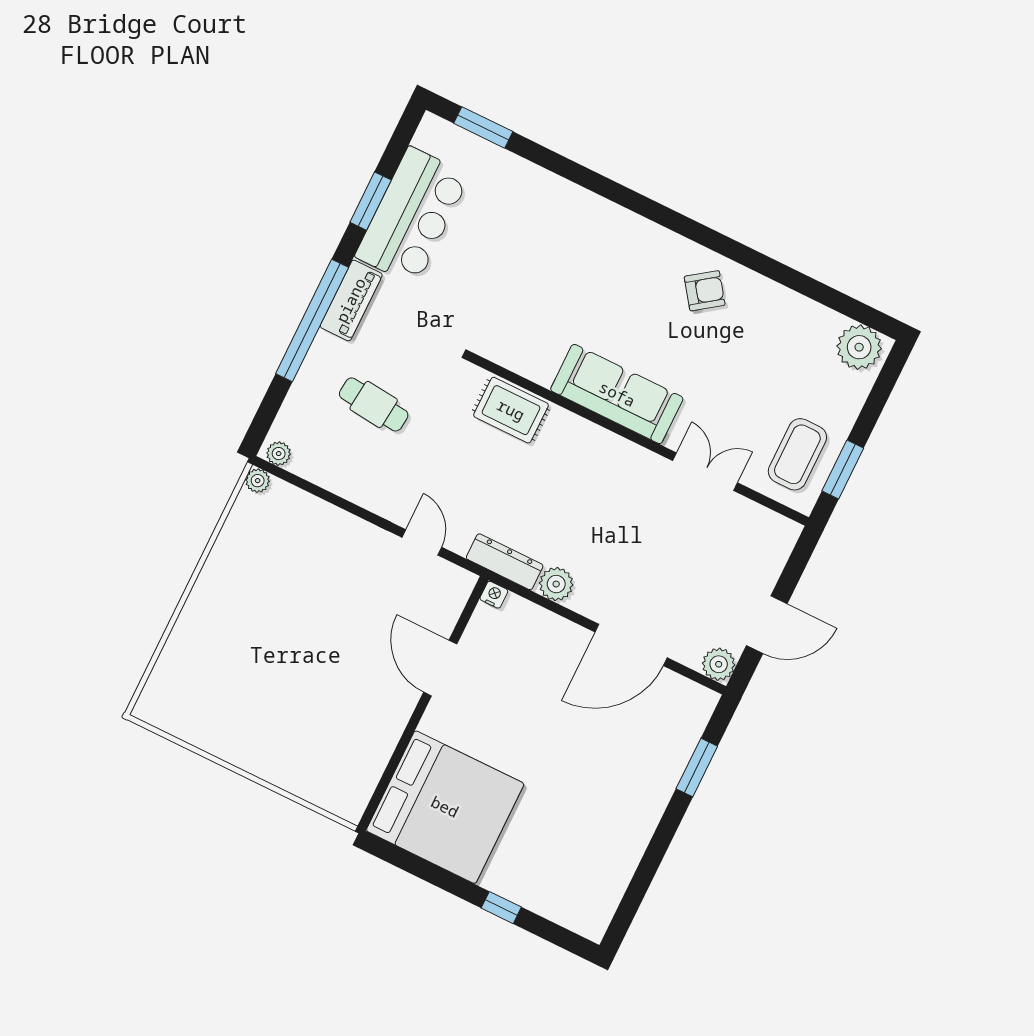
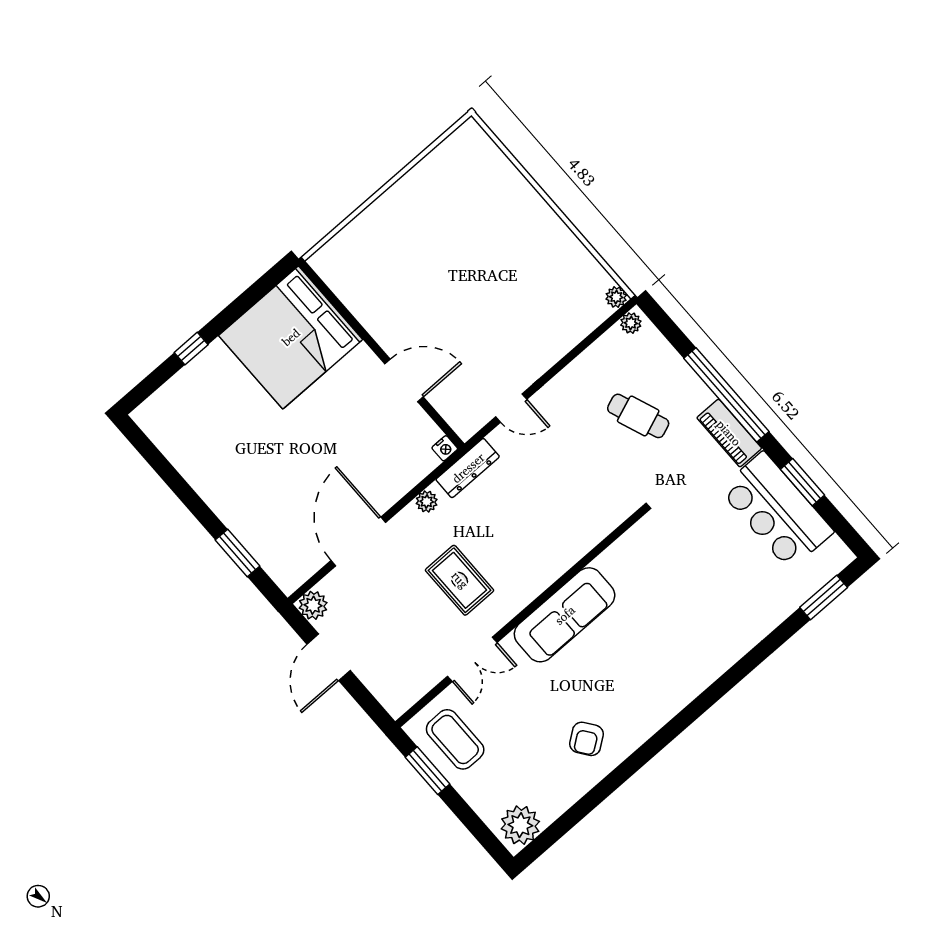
armchair: (705, 291) -> (587, 739), moved
cafe table: (374, 404) -> (638, 416), turned 63
rug: (511, 410) -> (460, 580), moved, turned 90
plant: (556, 584) -> (427, 502), width x0.73, depth x0.73

